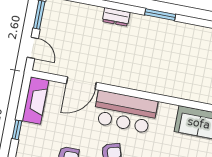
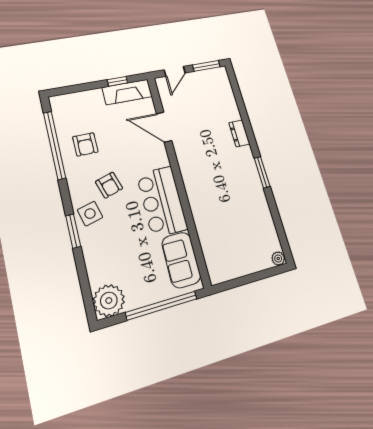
bar counter: (125, 112) -> (162, 201), moved
window: (17, 130) -> (117, 81), moved

